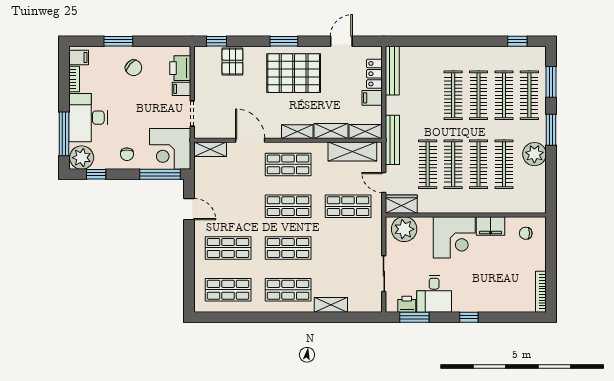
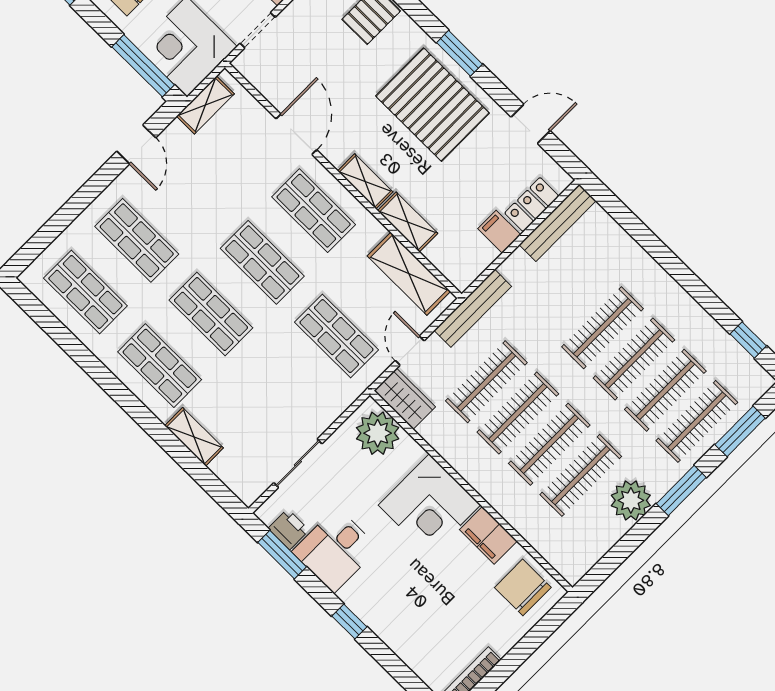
shelving: (365, 131) -> (449, 265), removed
shelving: (210, 149) -> (205, 105), moved, turned 90
chair: (526, 233) -> (523, 587), width x1.87, depth x1.87

